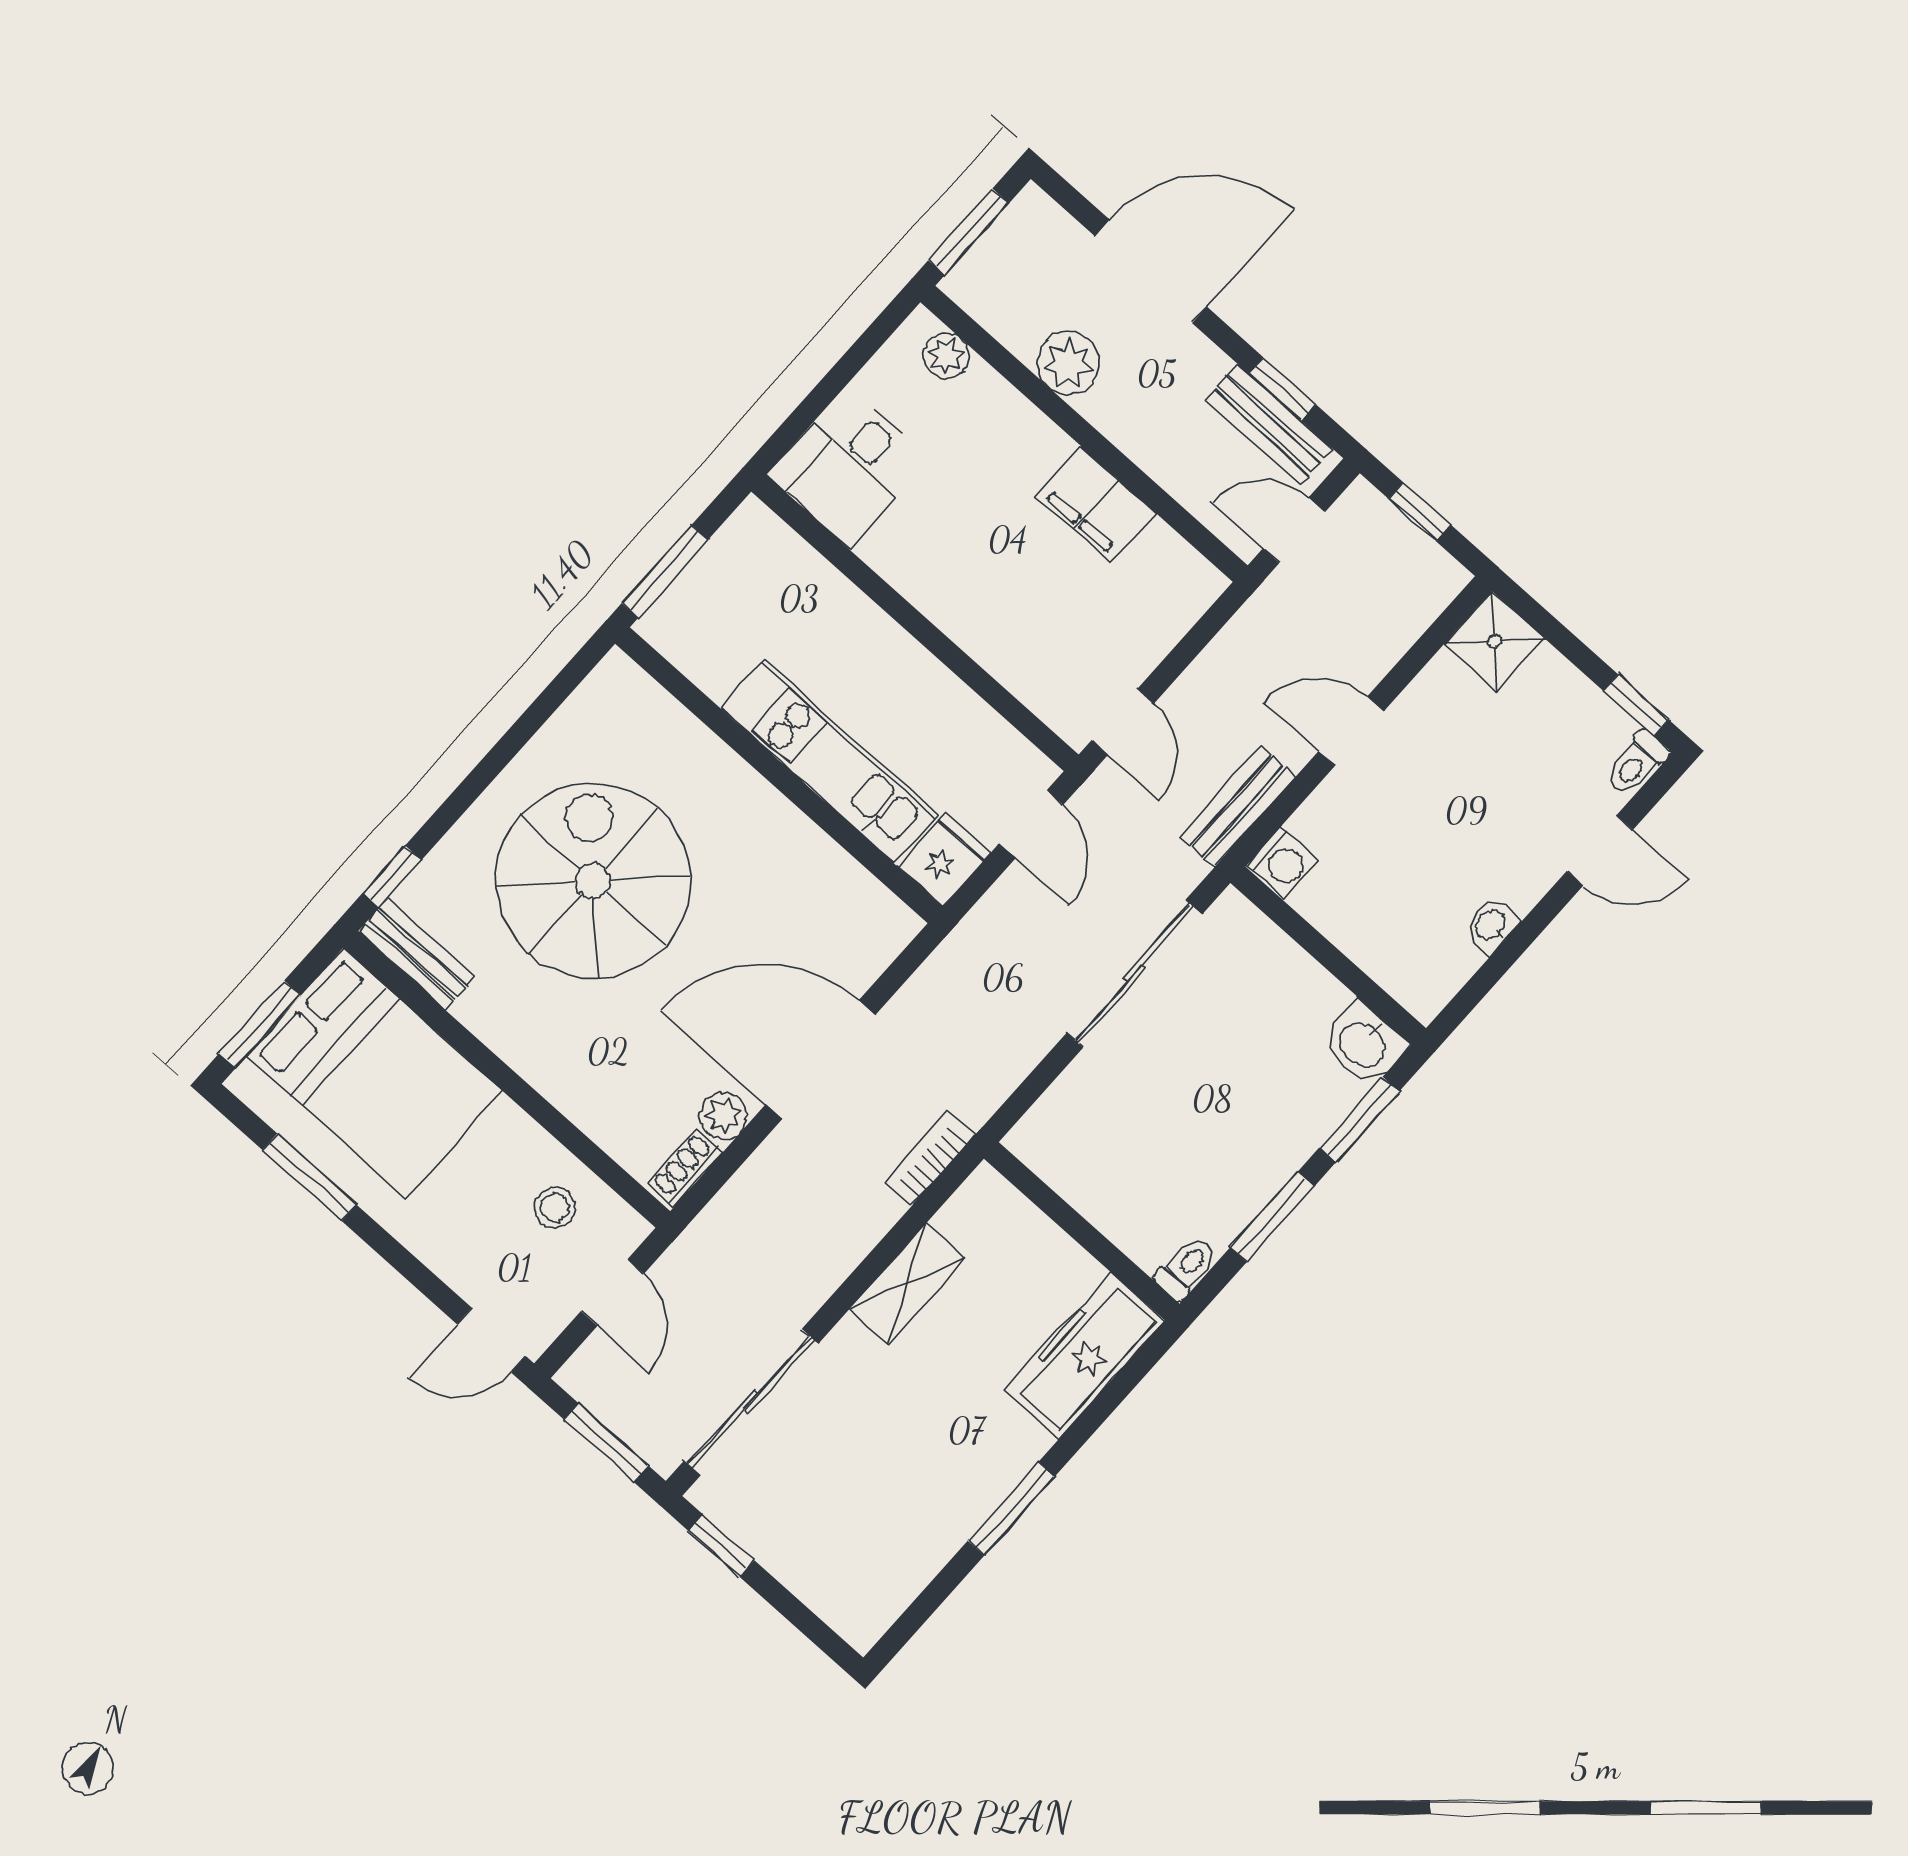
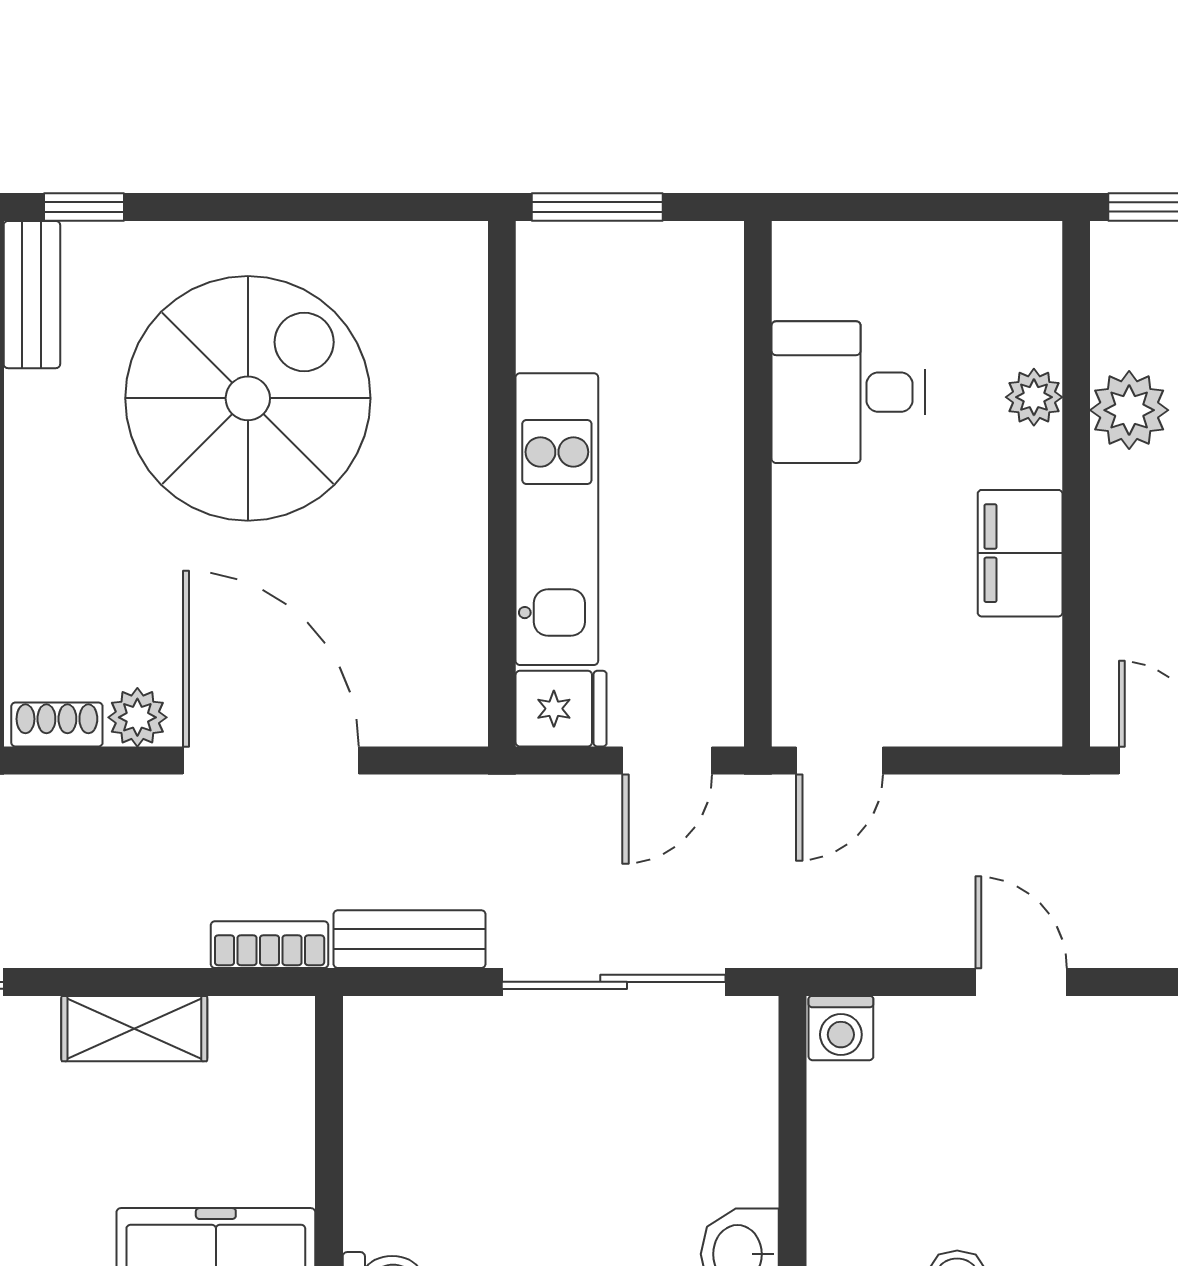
plant: (946, 356) -> (1034, 397), moved
desk: (849, 467) -> (848, 392), moved
bench: (1238, 807) -> (410, 939), moved

